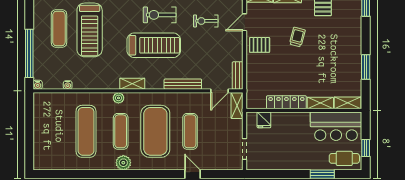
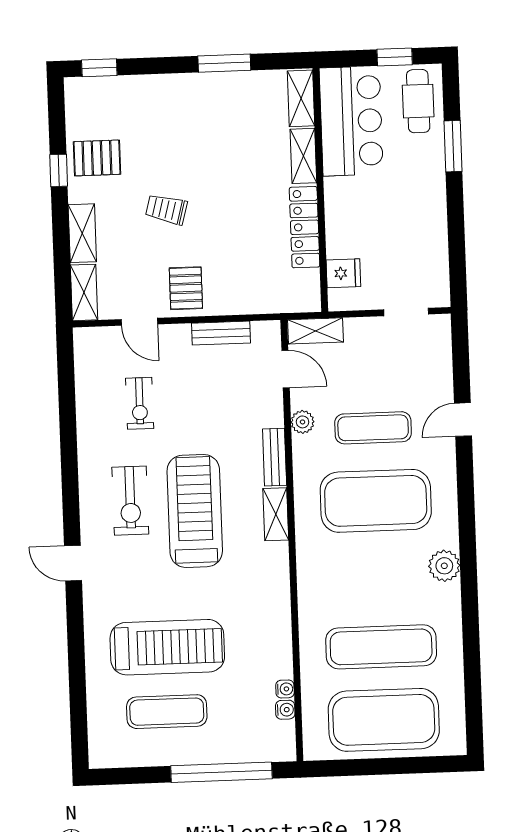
bench: (238, 75) -> (221, 333), moved
shelving: (132, 84) -> (276, 514), moved
bench: (183, 84) -> (275, 457), width x0.73
water cooler: (38, 85) -> (285, 710), moved
plant: (118, 98) -> (303, 422), moved
exercise mat: (121, 131) -> (384, 720), moved, width x2.00, depth x1.45

